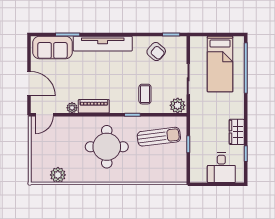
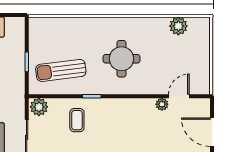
piano: (94, 106) -> (137, 106), removed
door: (44, 115) -> (179, 96), moved
round table: (107, 147) -> (122, 59), width x0.73, depth x0.73

